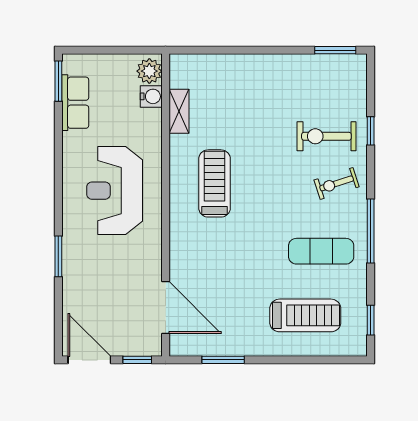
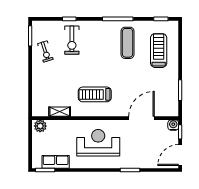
water cooler: (151, 96) -> (173, 125), moved
exercise bike: (337, 183) -> (45, 51), moved
reception desk: (115, 191) -> (98, 143), turned 180
door: (166, 307) -> (141, 118), moved

